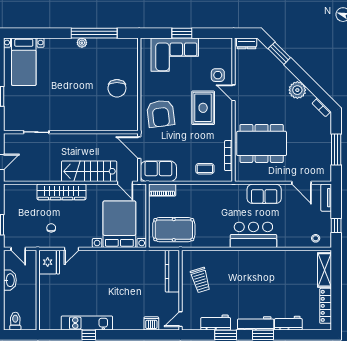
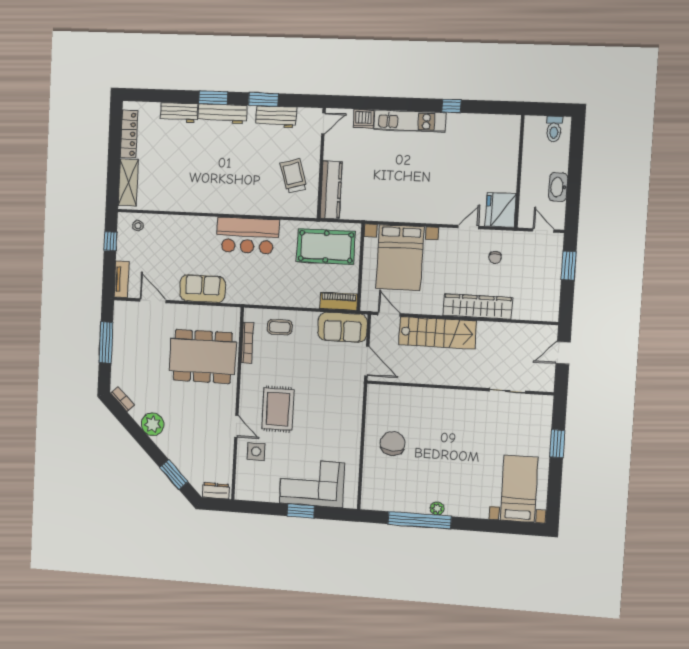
armchair: (161, 114) -> (335, 405), removed
bar counter: (253, 235) -> (248, 236), moved
kitchen unit: (87, 323) -> (410, 121), moved

